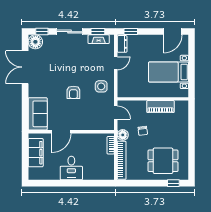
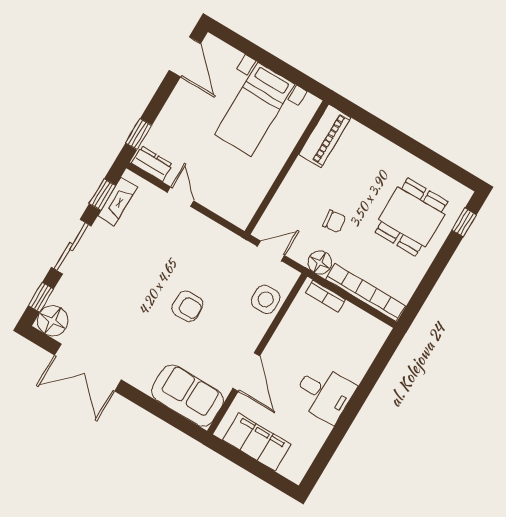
side table: (101, 86) -> (266, 299), moved
piano: (160, 107) -> (325, 136), moved

